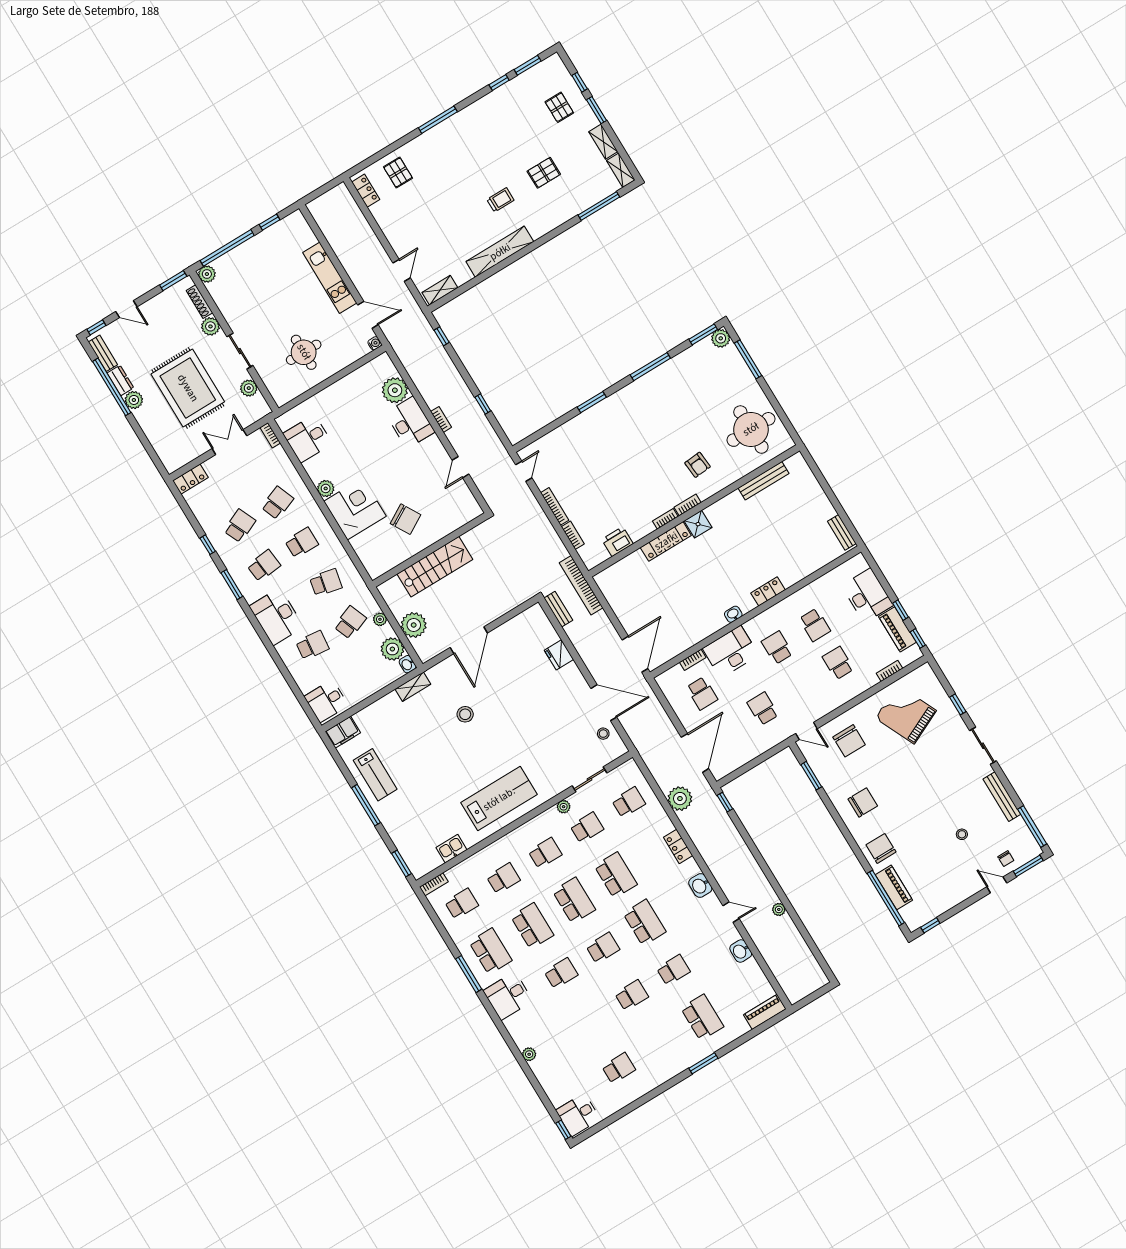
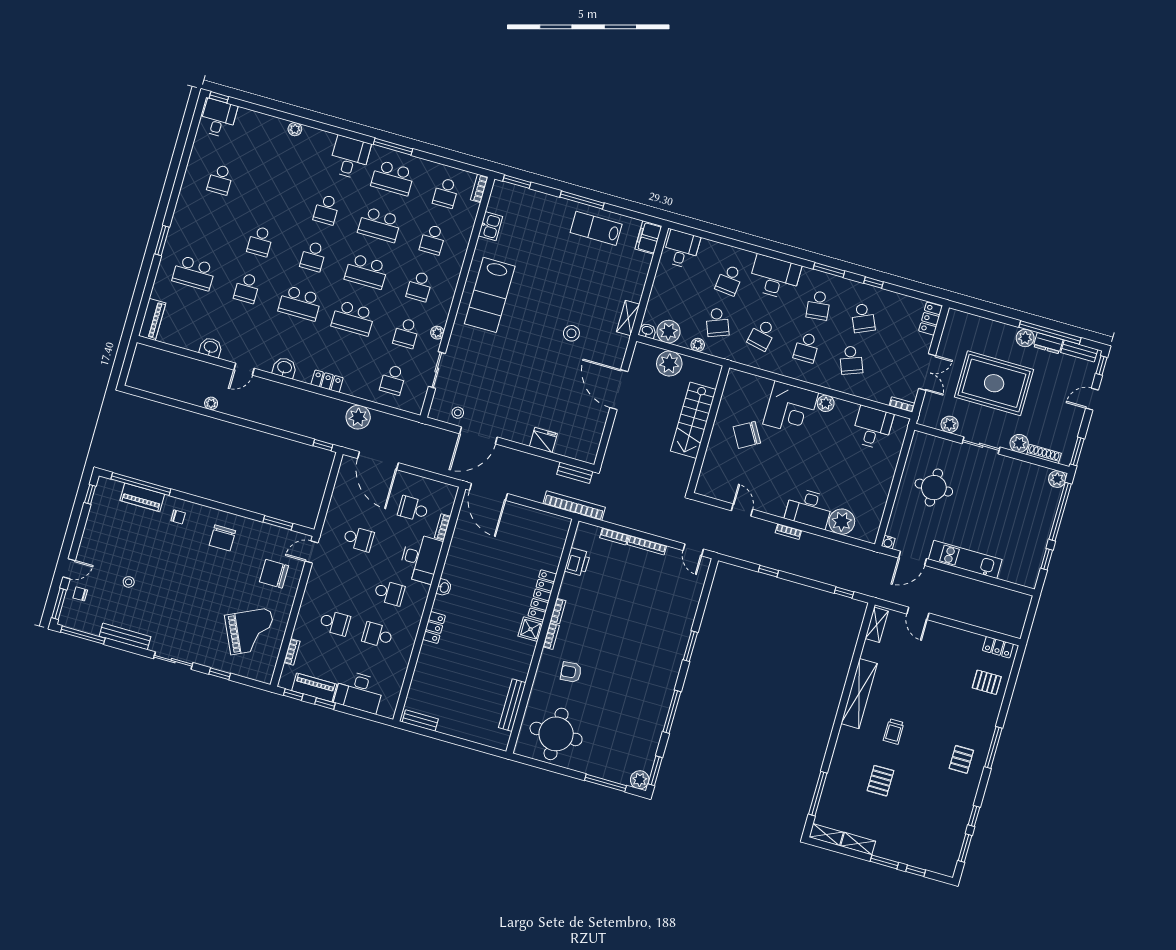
pallet: (559, 107) -> (961, 759), moved, turned 90
chair: (881, 848) -> (178, 517), width x0.54, depth x0.54

